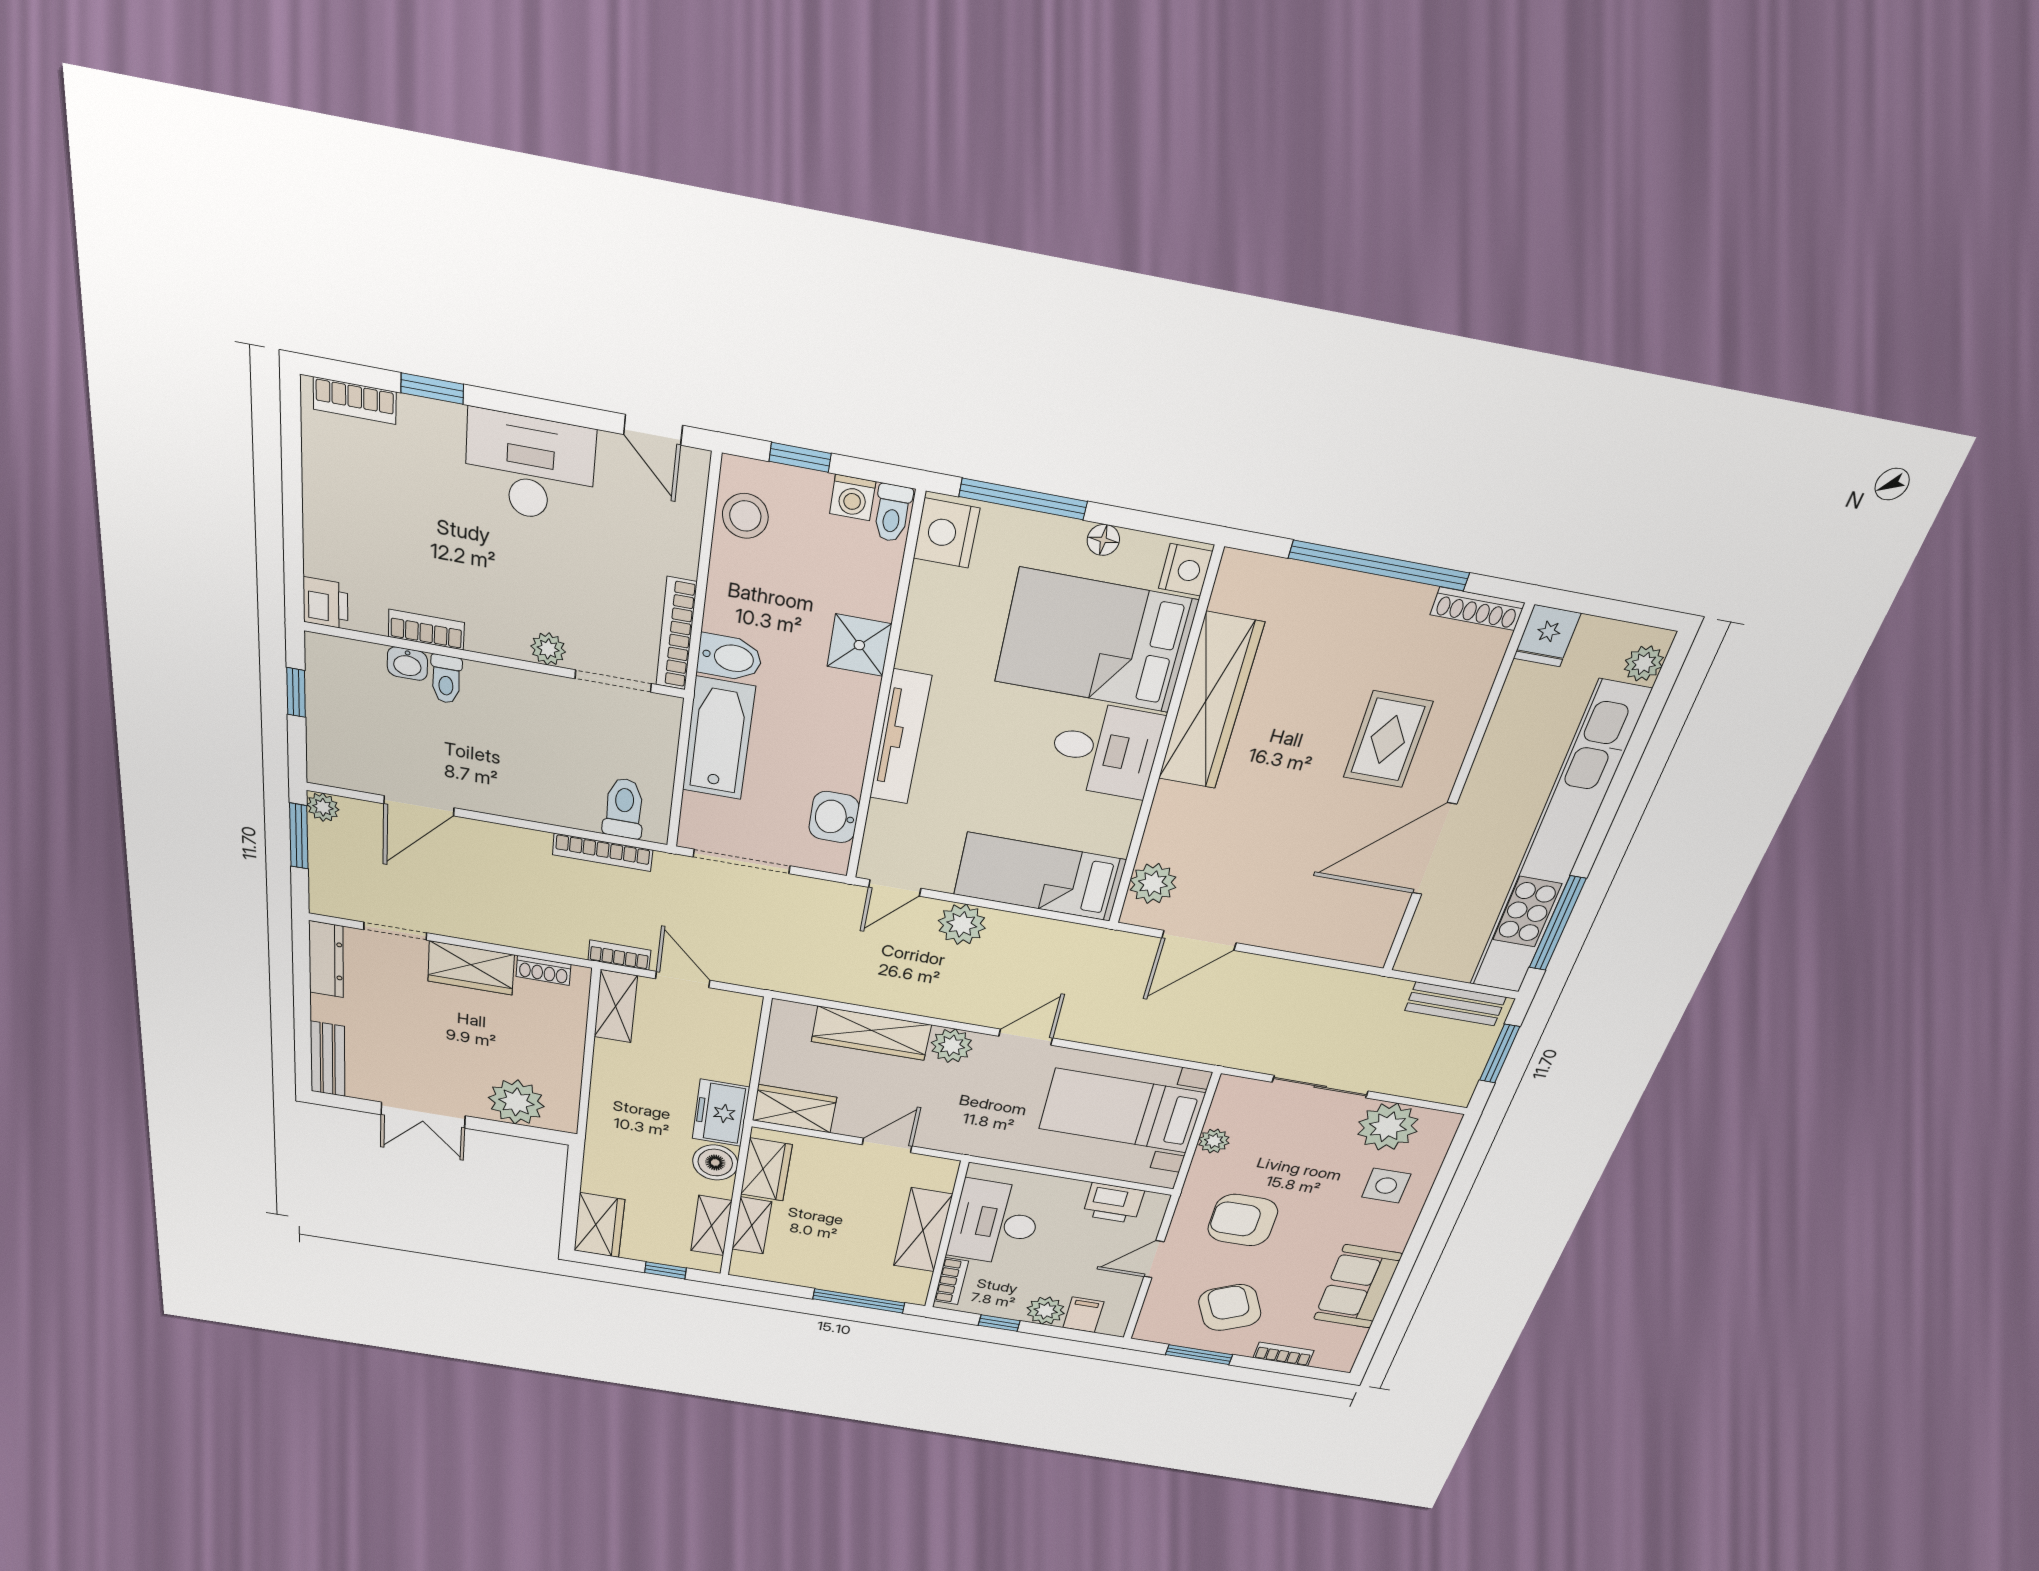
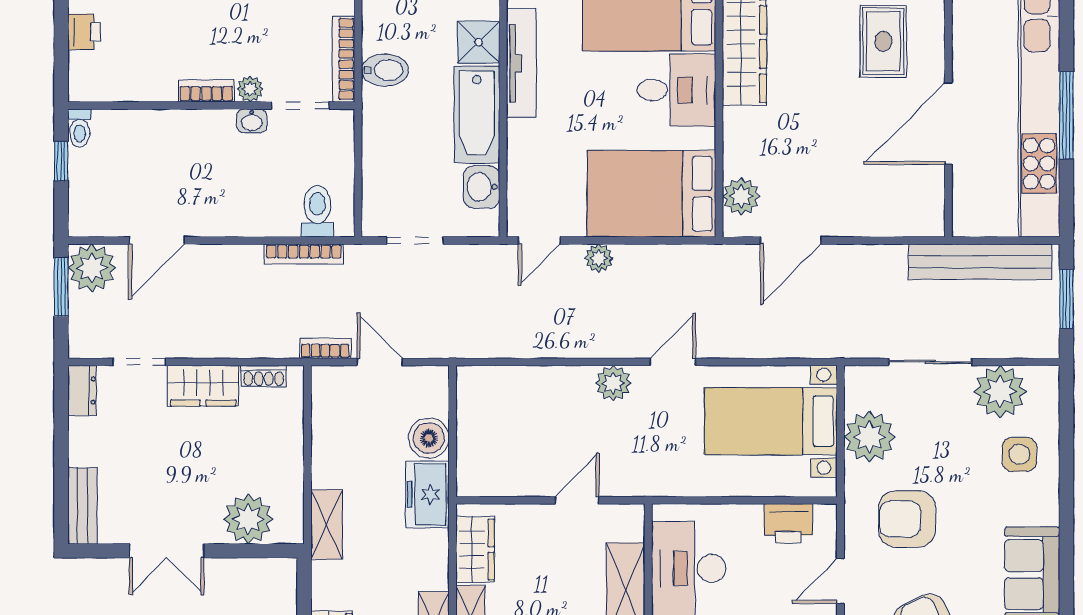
printer: (325, 603) -> (84, 32), moved
bookcase: (426, 630) -> (206, 91), moved
washbasin: (407, 664) -> (252, 121), moved
toilet: (446, 679) -> (80, 128), moved
tv unit: (900, 737) -> (521, 63), moved
bathtub: (718, 739) -> (477, 114), moved, turned 180
plant: (323, 807) -> (92, 268), width x1.87, depth x1.87
doorway: (742, 861) -> (415, 240), width x0.73
bed: (1040, 877) -> (651, 194), width x1.50
plant: (962, 924) -> (599, 258), width x0.73, depth x0.73
window: (1557, 924) -> (1066, 115), moved
dresser: (326, 959) -> (82, 390), width x0.70
bench: (1455, 1004) -> (980, 262), width x1.86, depth x1.21
shelving: (616, 1006) -> (326, 525), moved
wardrobe: (871, 1033) -> (544, 384), removed
wardrobe: (794, 1109) -> (491, 477), removed
plant: (1214, 1141) -> (869, 437), width x1.87, depth x1.87
boiler: (715, 1163) -> (429, 438), moved

